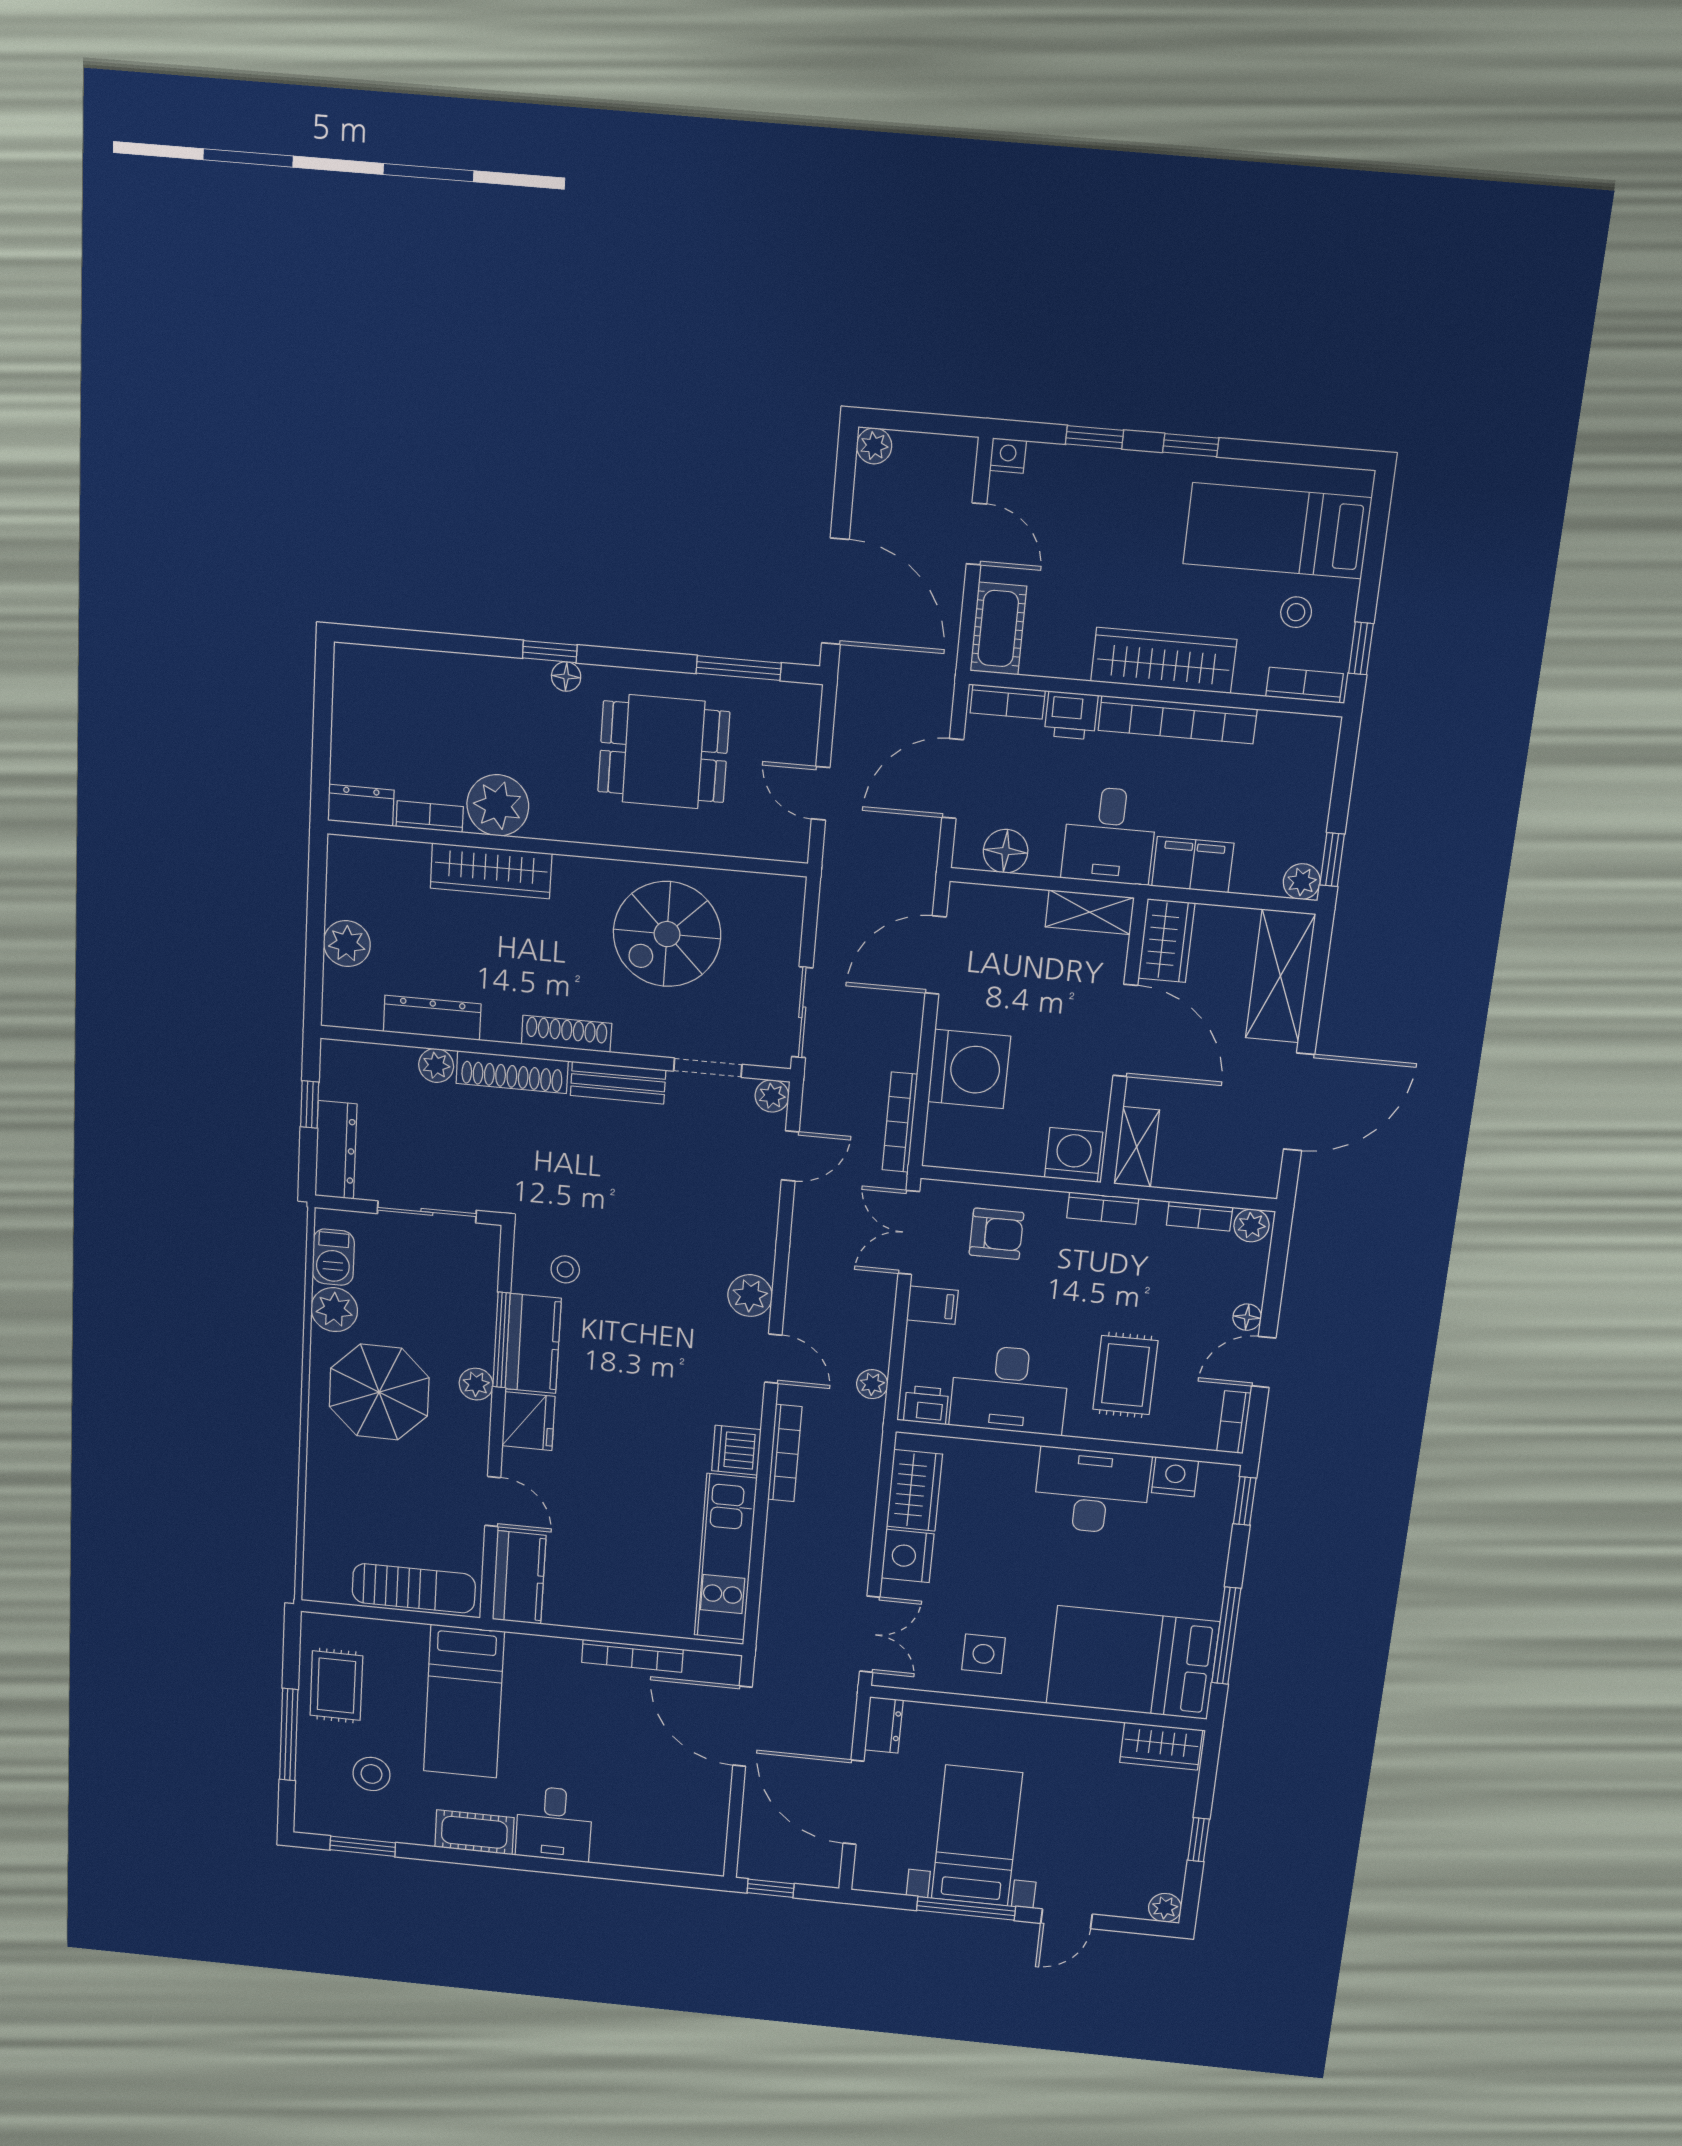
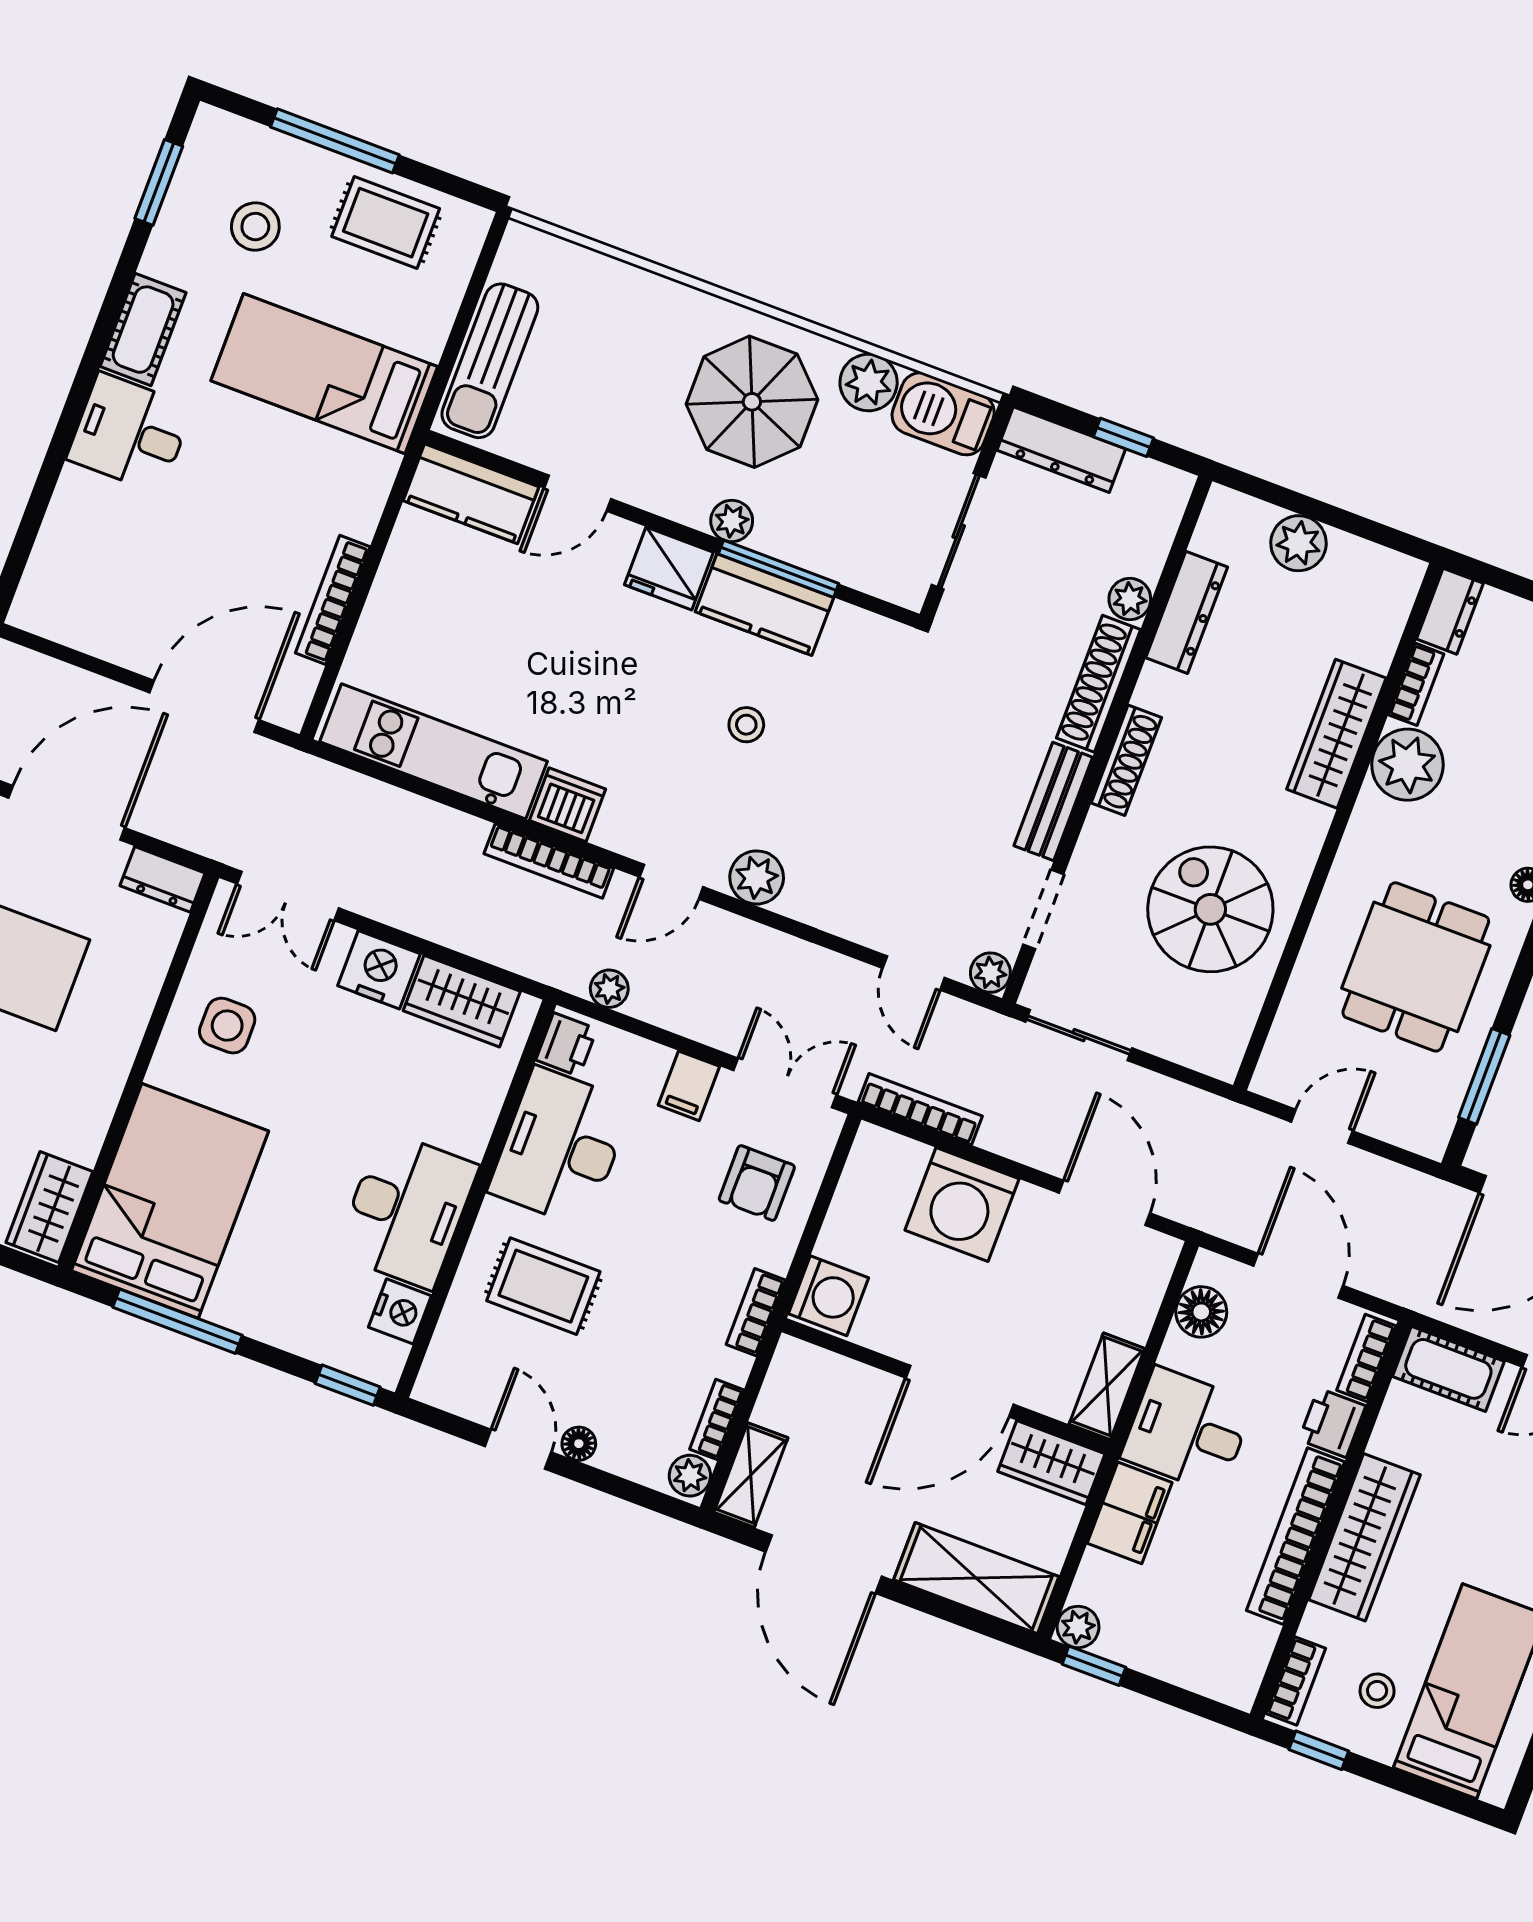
shelving: (1137, 1147) -> (751, 1475), moved, turned 90
barbecue: (333, 1257) -> (943, 414), width x1.38, depth x1.27
stool: (565, 1269) -> (746, 725), moved
bookcase: (1234, 1422) -> (451, 1397), removed

